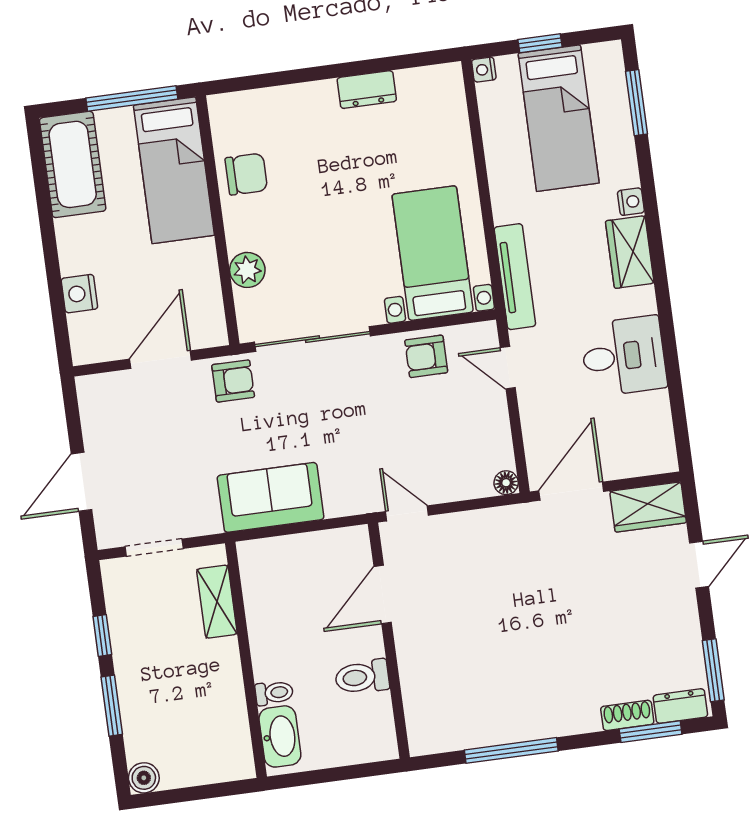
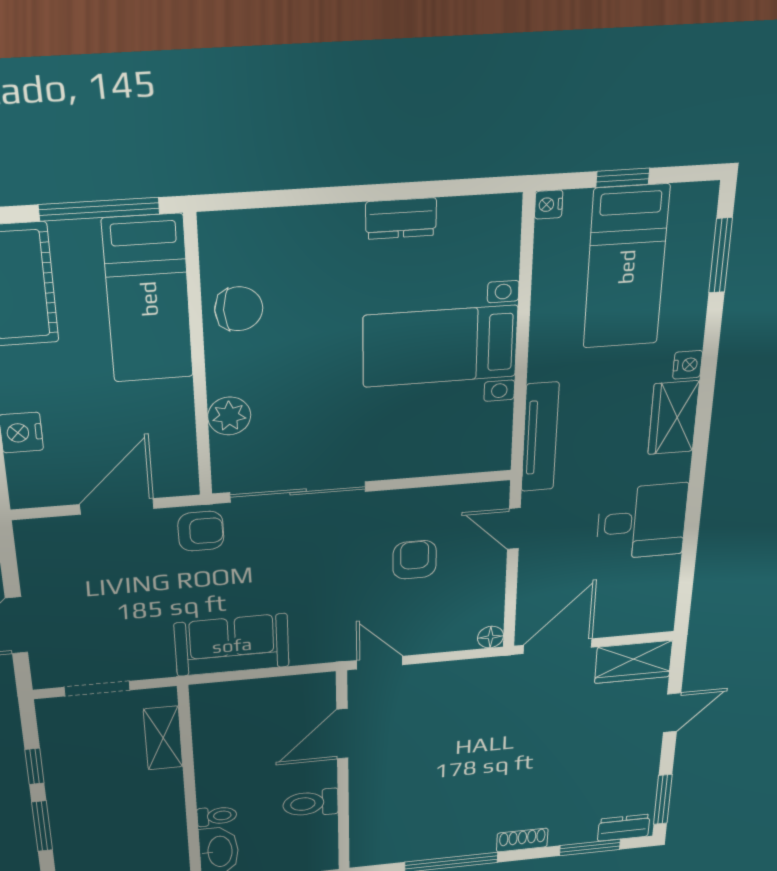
bed with nightstands: (433, 253) -> (440, 346), moved, turned -90
armchair: (426, 356) -> (415, 560), moved, turned 90
shoe rack: (627, 715) -> (522, 840), moved

